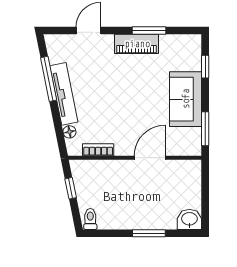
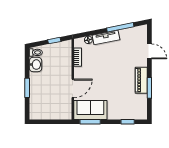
tv unit: (64, 94) -> (106, 38), width x0.71
sofa: (186, 99) -> (90, 110), moved
door: (150, 158) -> (73, 88), hinge flipped
washbasin: (189, 219) -> (36, 65), moved

